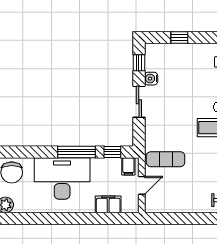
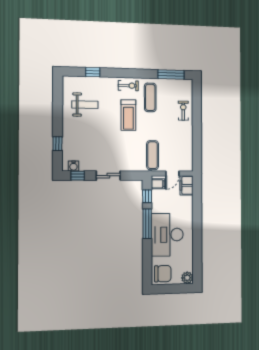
water cooler: (151, 79) -> (73, 166), moved
door: (142, 185) -> (172, 174), swing flipped
filing cabinet: (108, 204) -> (187, 185), moved

